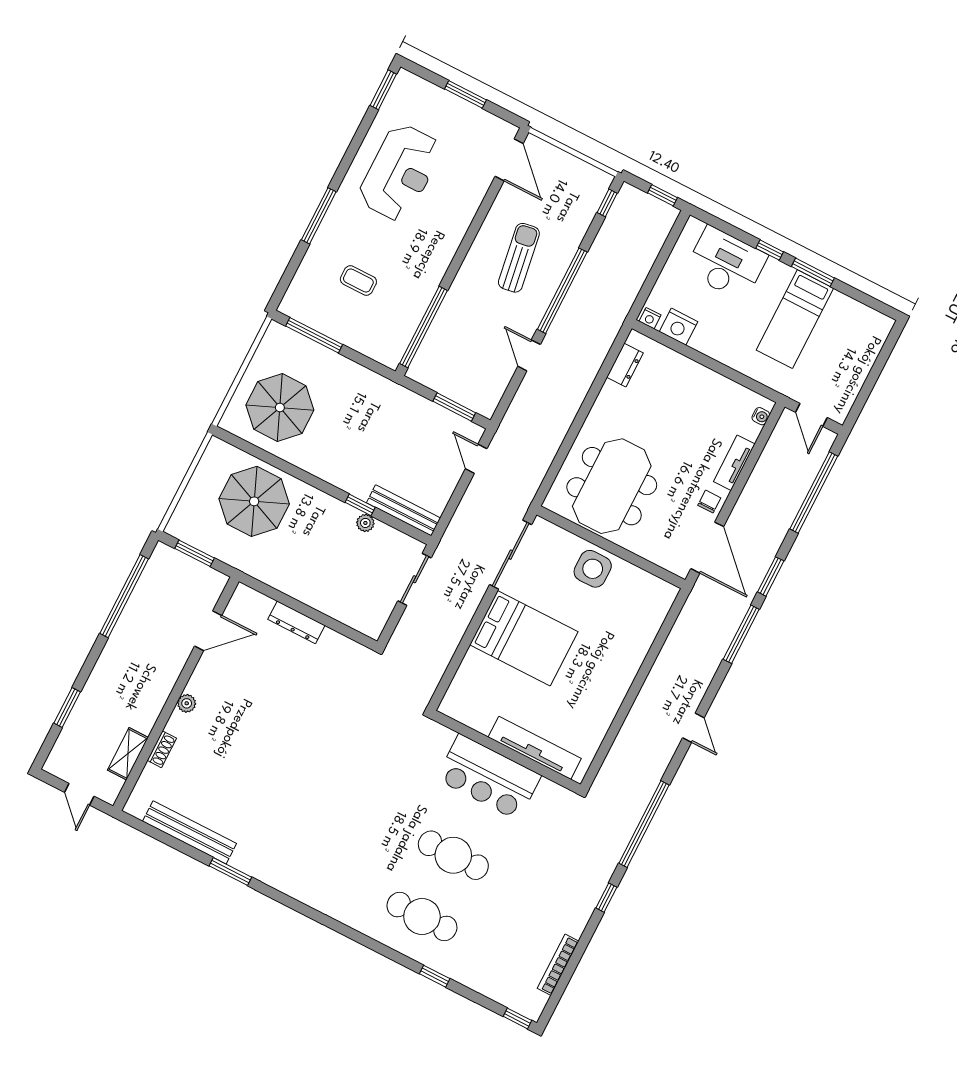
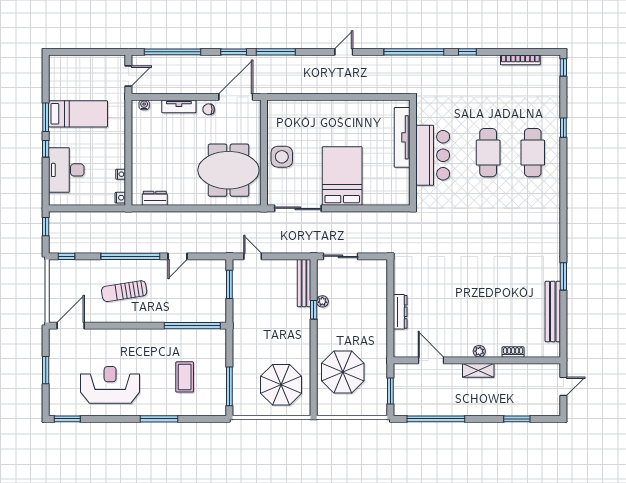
coffee table: (358, 280) -> (185, 377), width x1.36, depth x1.30
nightstand: (678, 327) -> (121, 174), width x0.53, depth x0.56
door: (476, 459) -> (253, 256), swing flipped
shelving: (128, 754) -> (478, 370), moved

